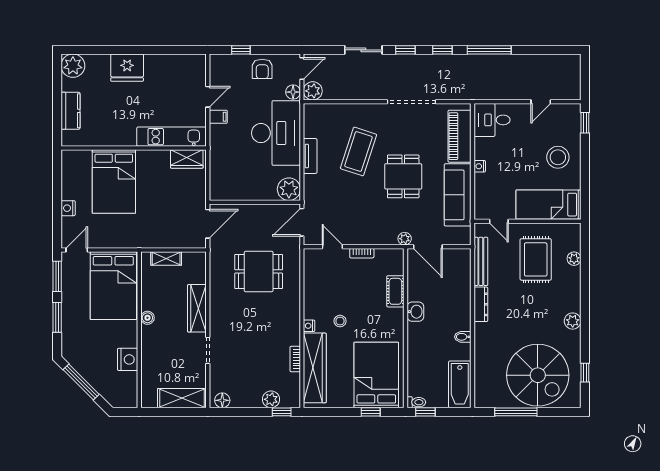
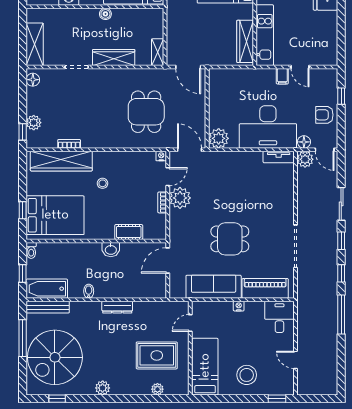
coffee table: (358, 151) -> (252, 200), removed
tv unit: (310, 156) -> (279, 157), moved
wardrobe: (187, 159) -> (245, 41), width x1.50
plant: (405, 239) -> (180, 198), moved, width x1.88, depth x1.88
shelving: (166, 258) -> (158, 52), moved
bench: (481, 261) -> (48, 307), moved
nightstand: (309, 326) -> (161, 156), moved
window: (425, 412) -> (23, 274), moved

